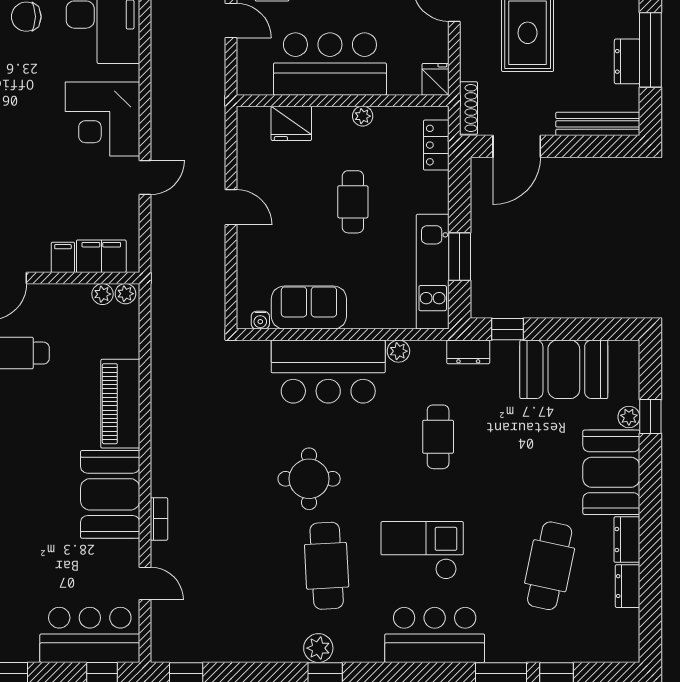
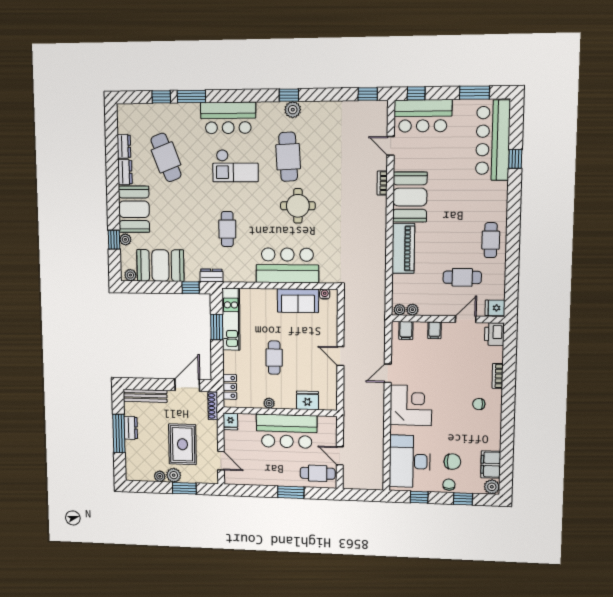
filing cabinet: (101, 256) -> (406, 330), width x0.50
plant: (398, 351) -> (130, 275), moved
cafe table: (550, 566) -> (166, 157), turned -33

